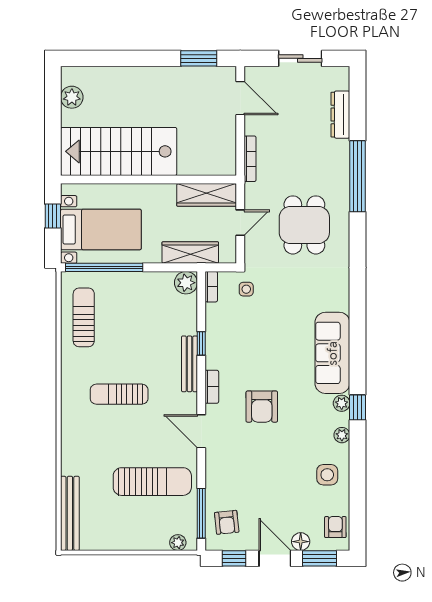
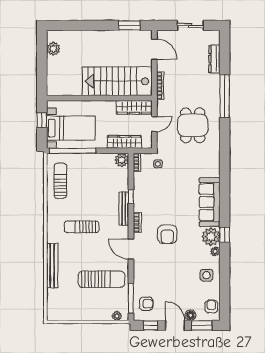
stairs: (119, 151) -> (117, 81), moved
plant: (342, 403) -> (211, 237), width x1.88, depth x1.88
bench: (70, 513) -> (52, 266), moved
armchair: (227, 522) -> (146, 304), turned -84

